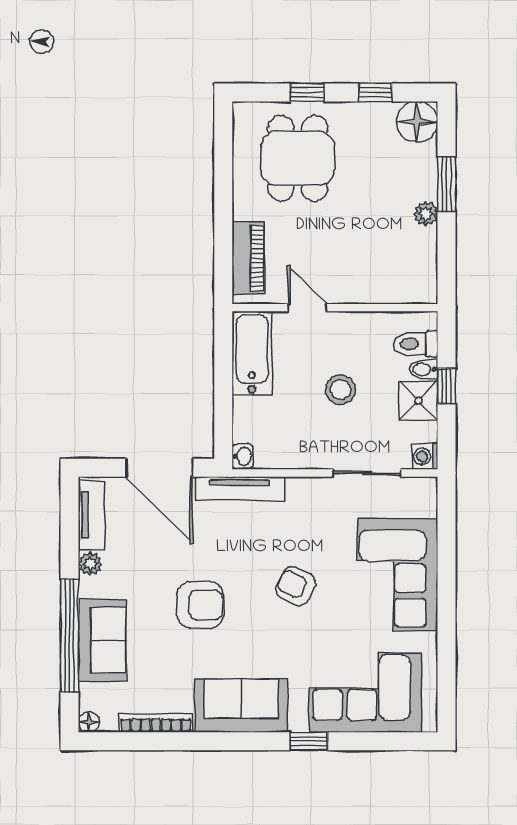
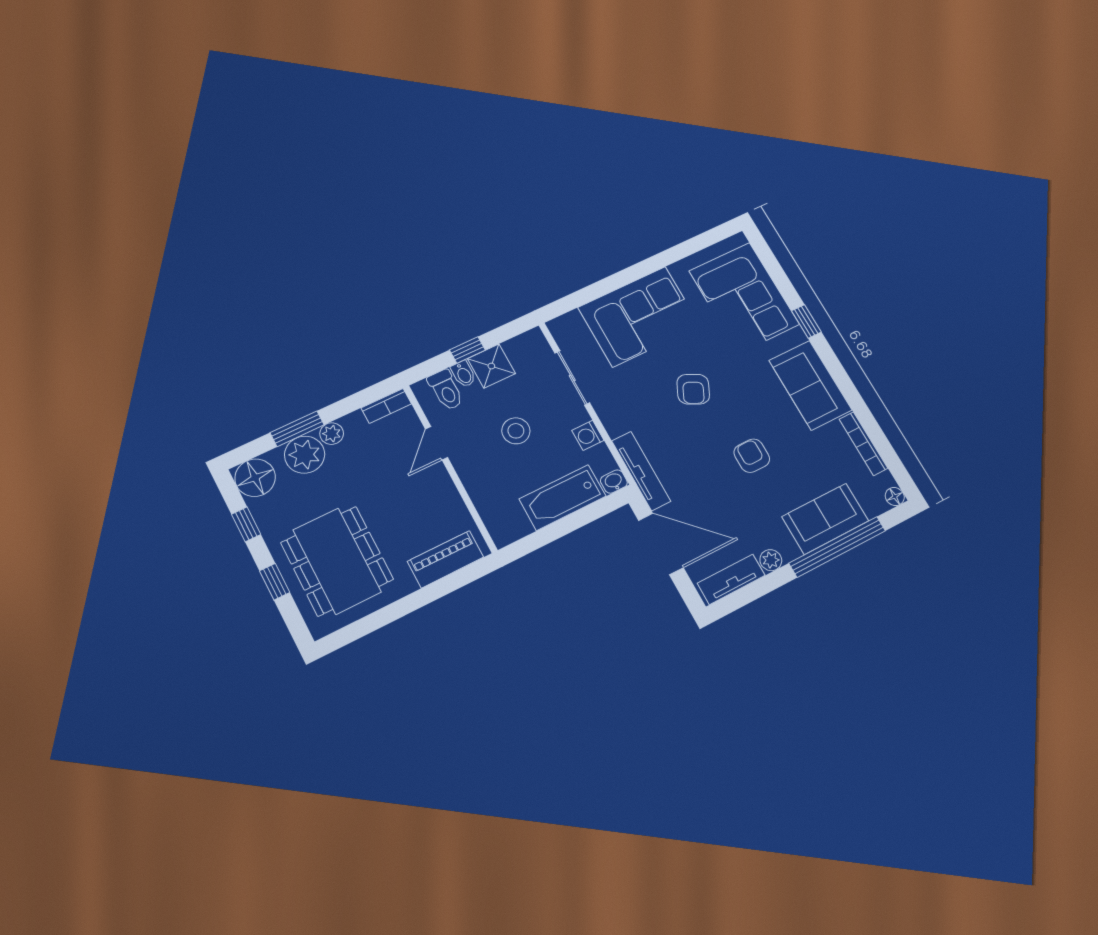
dining table: (298, 158) -> (337, 561), width x1.38
plant: (417, 178) -> (305, 455), added
bookcase: (428, 279) -> (386, 406), added
door: (307, 308) -> (436, 443), moved
bathtub: (252, 353) -> (563, 497), moved
washing machine: (425, 457) -> (588, 435), moved, turned 90
door: (159, 468) -> (661, 544), hinge flipped
armchair: (200, 605) -> (752, 456), width x0.72, depth x0.72

